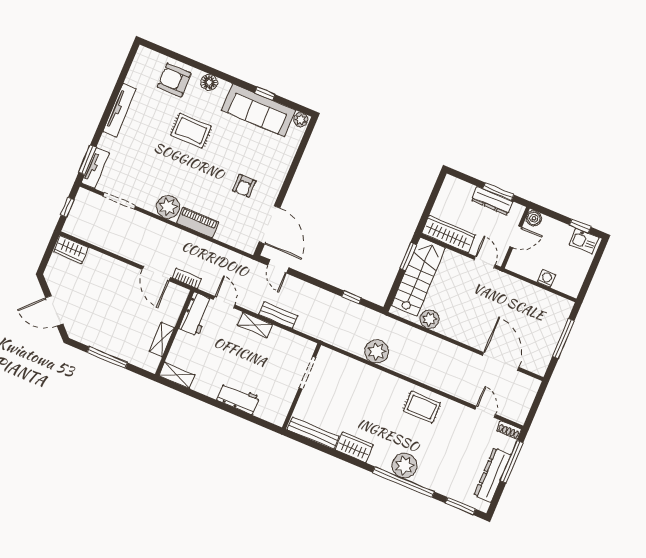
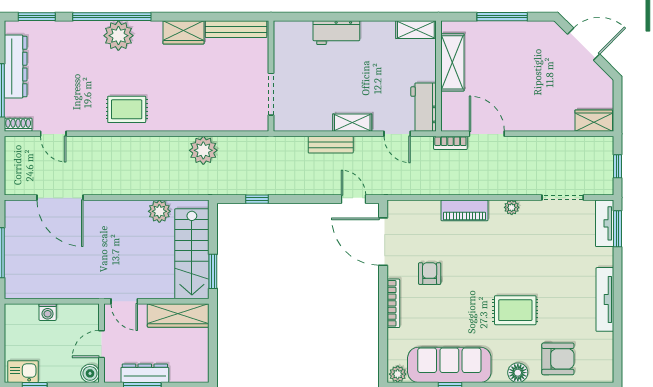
bookcase: (281, 175) -> (393, 303), added
plant: (168, 207) -> (512, 207), width x0.53, depth x0.53
shelving: (162, 340) -> (452, 62), width x1.50, depth x1.33

